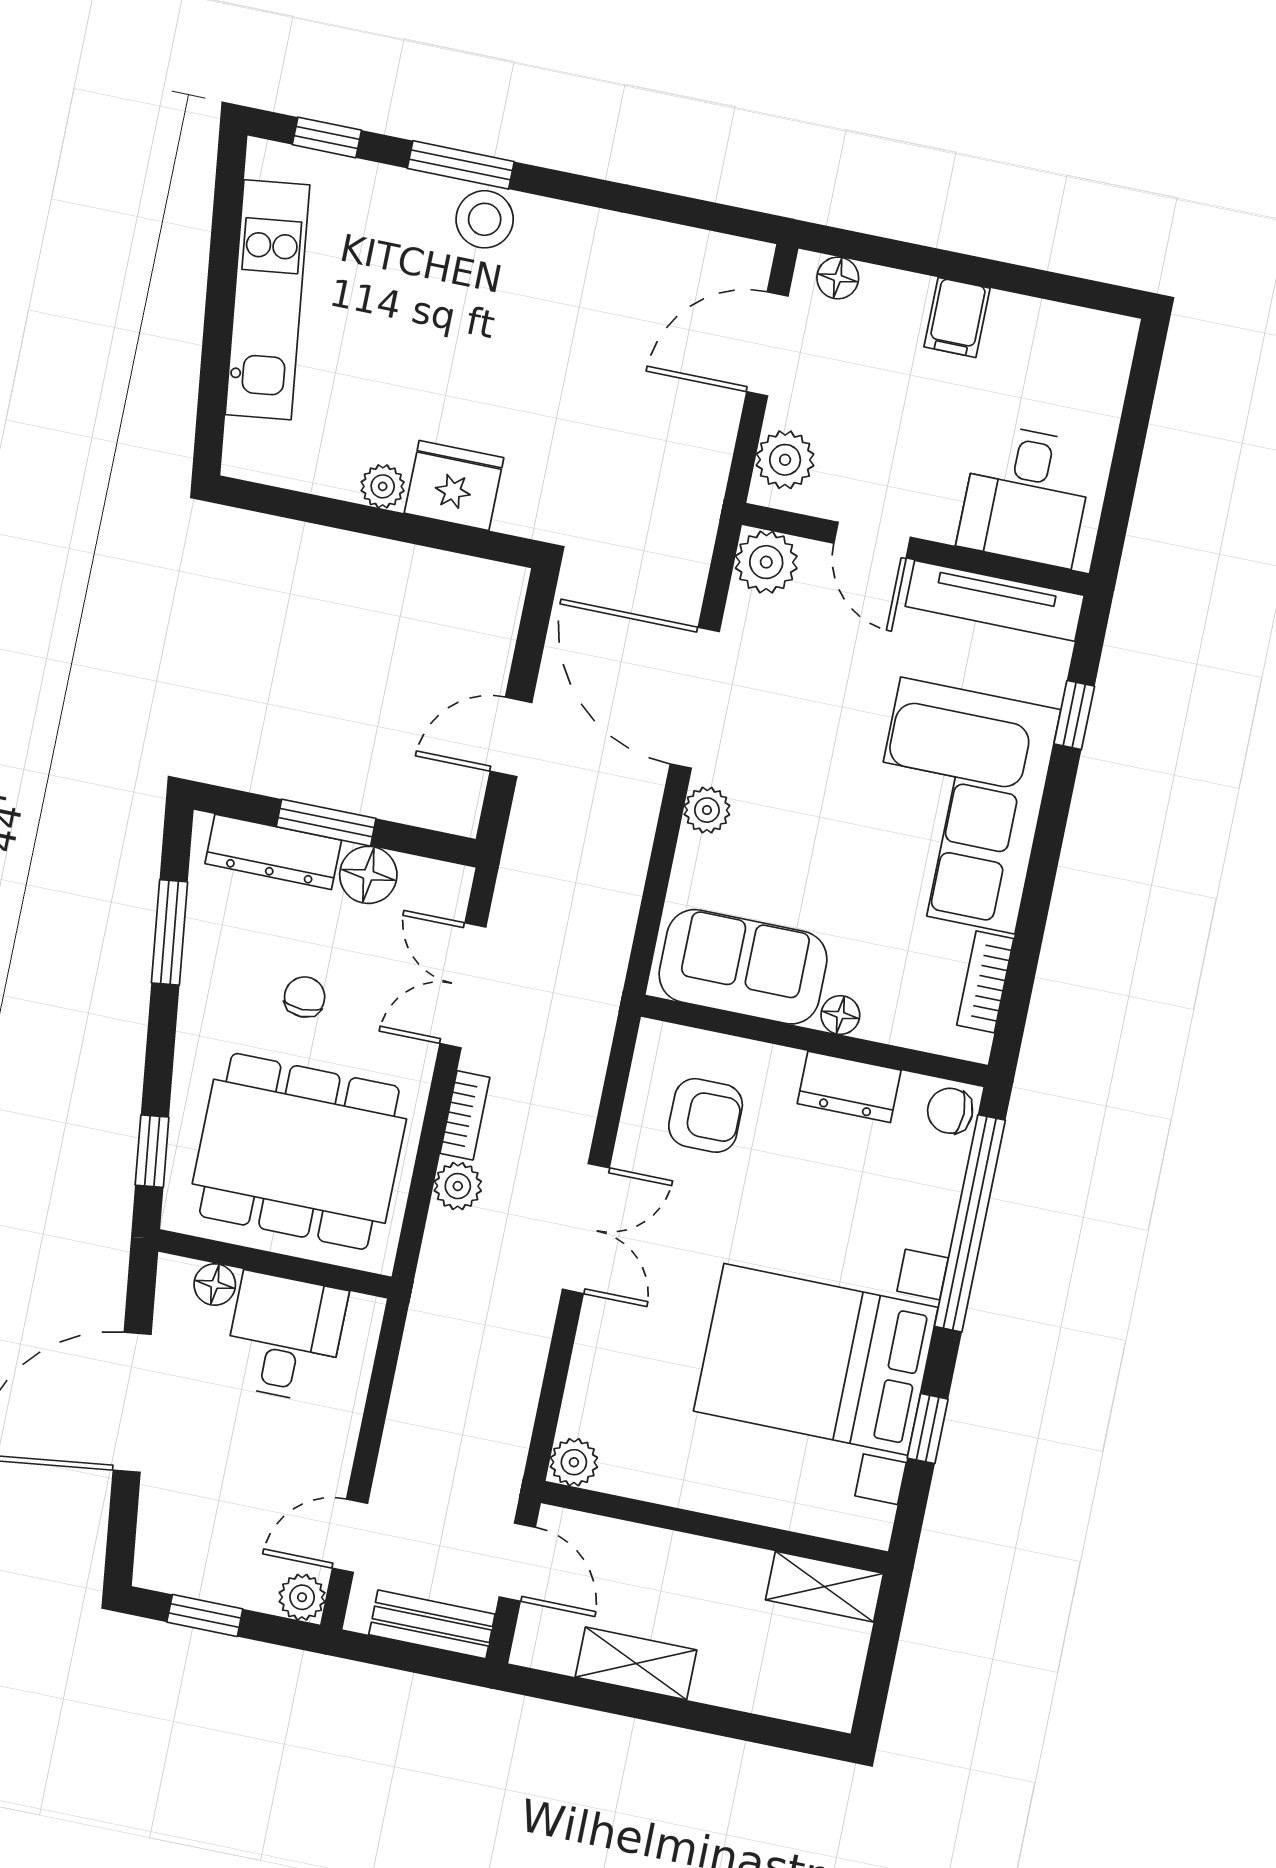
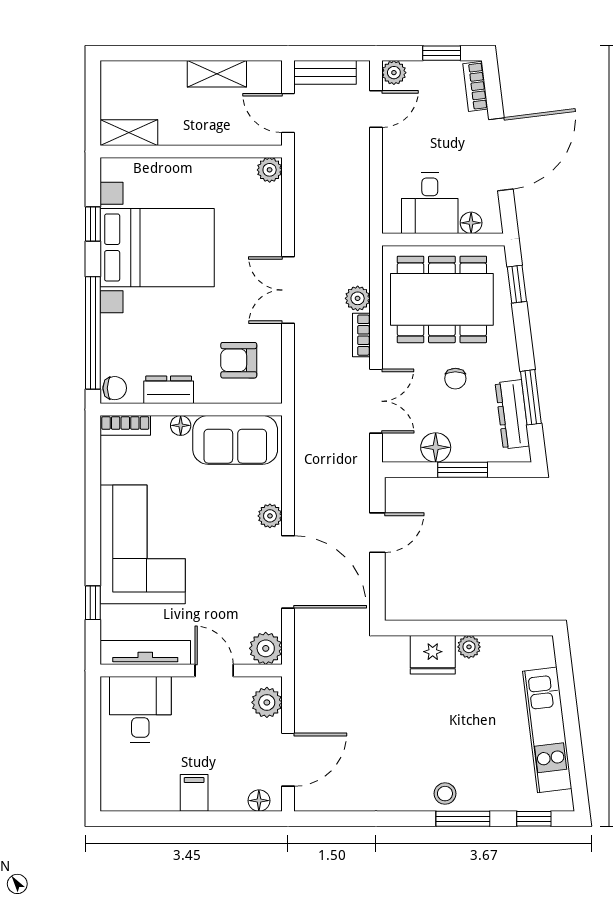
stool: (485, 219) -> (445, 794), width x0.73, depth x0.73
dresser: (273, 852) -> (512, 414), moved, turned -97
bookcase: (985, 982) -> (125, 425), moved, turned 90
bookcase: (154, 1540) -> (475, 86), added

